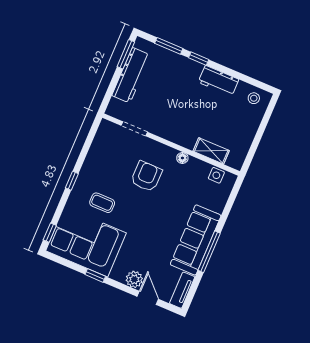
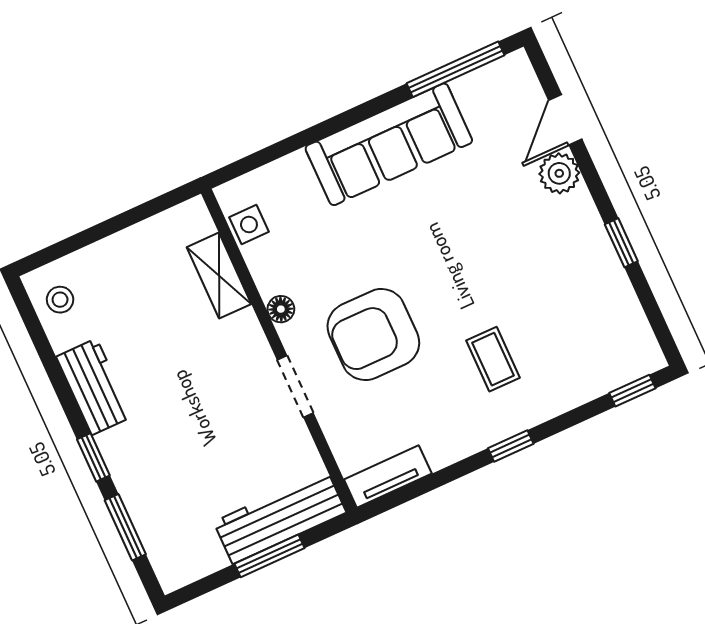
window: (126, 54) -> (270, 556), moved
workbench: (131, 75) -> (280, 517), moved
doorway: (134, 129) -> (295, 386), moved
armchair: (146, 176) -> (373, 335), width x1.36, depth x1.36
corner sofa: (86, 242) -> (584, 316), removed
window: (209, 252) -> (455, 69), moved
tv unit: (182, 290) -> (388, 477), moved, turned 180

